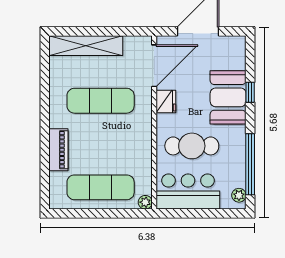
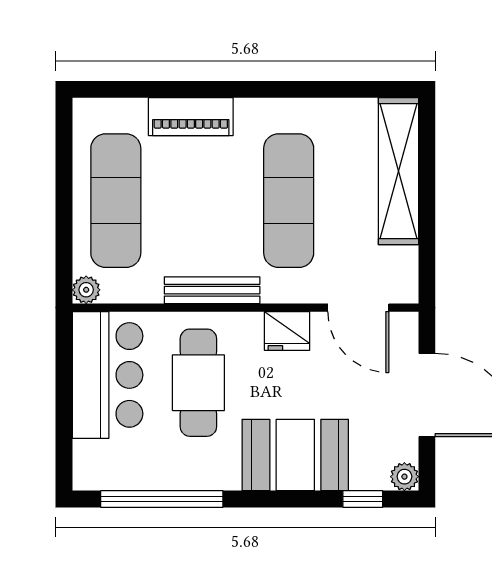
door: (154, 66) -> (358, 308), width x0.73
window: (250, 92) -> (363, 499), moved
bench: (145, 139) -> (212, 290), added
plant: (239, 195) -> (404, 477), moved

